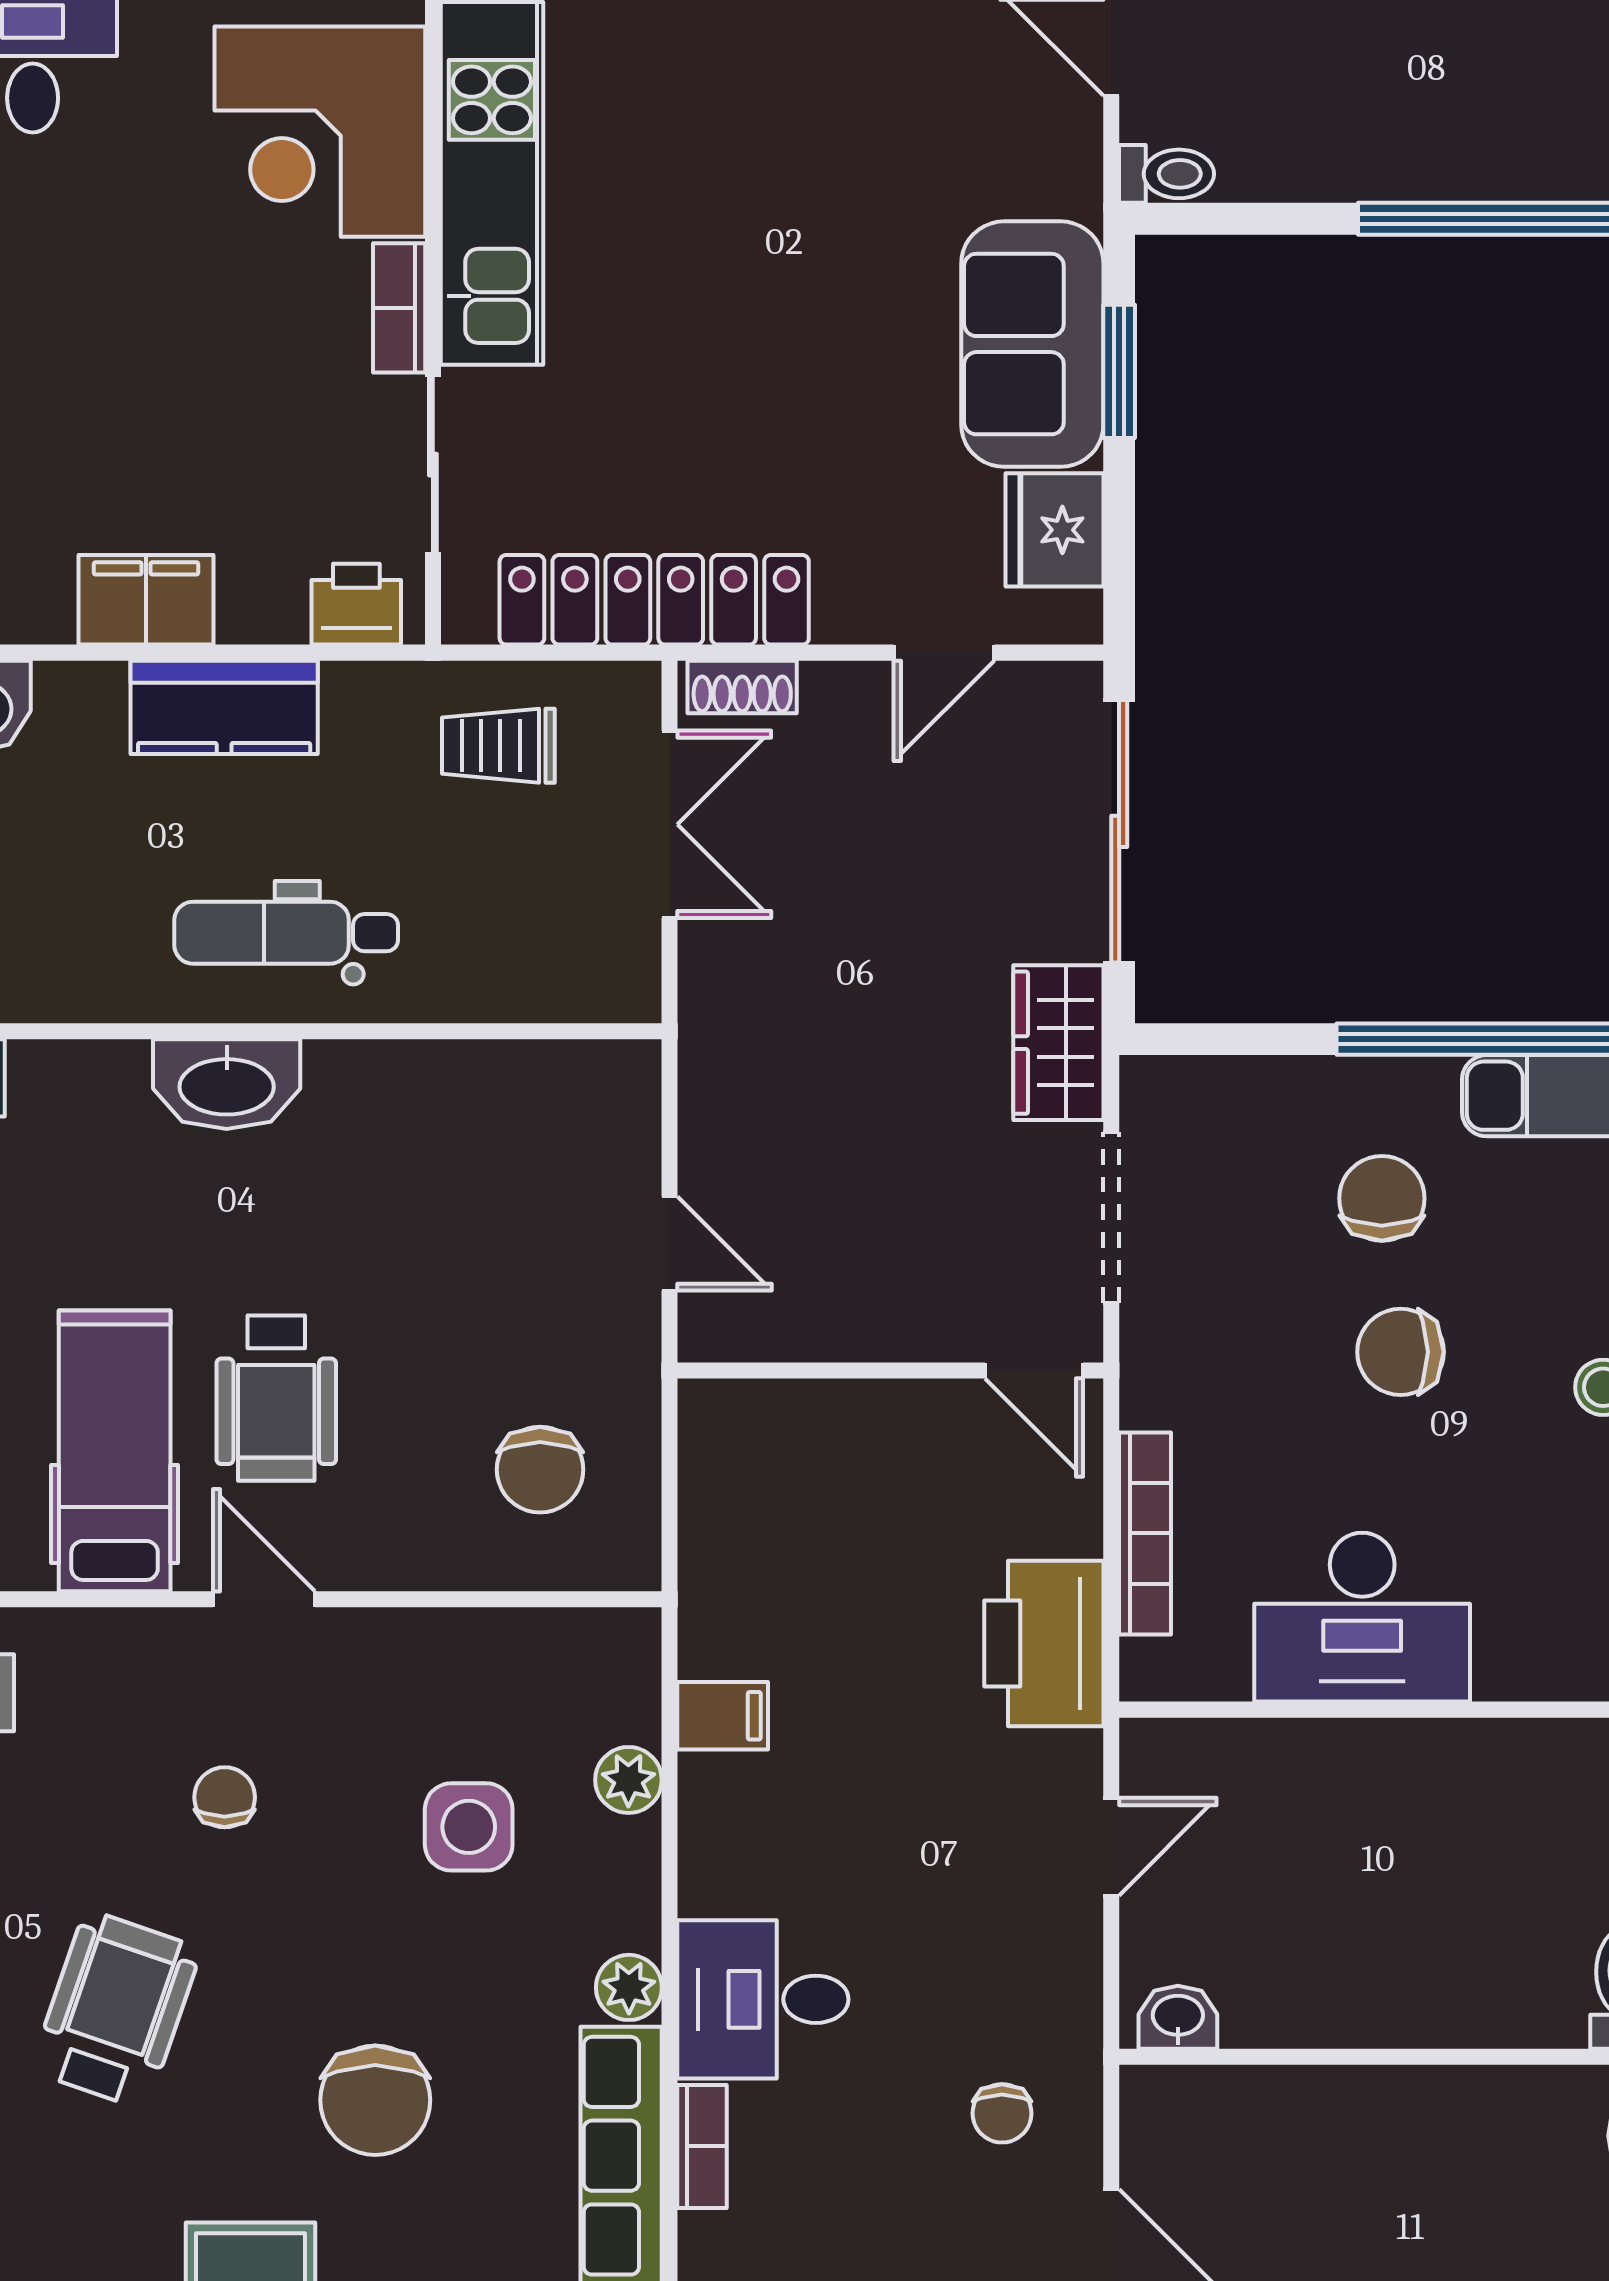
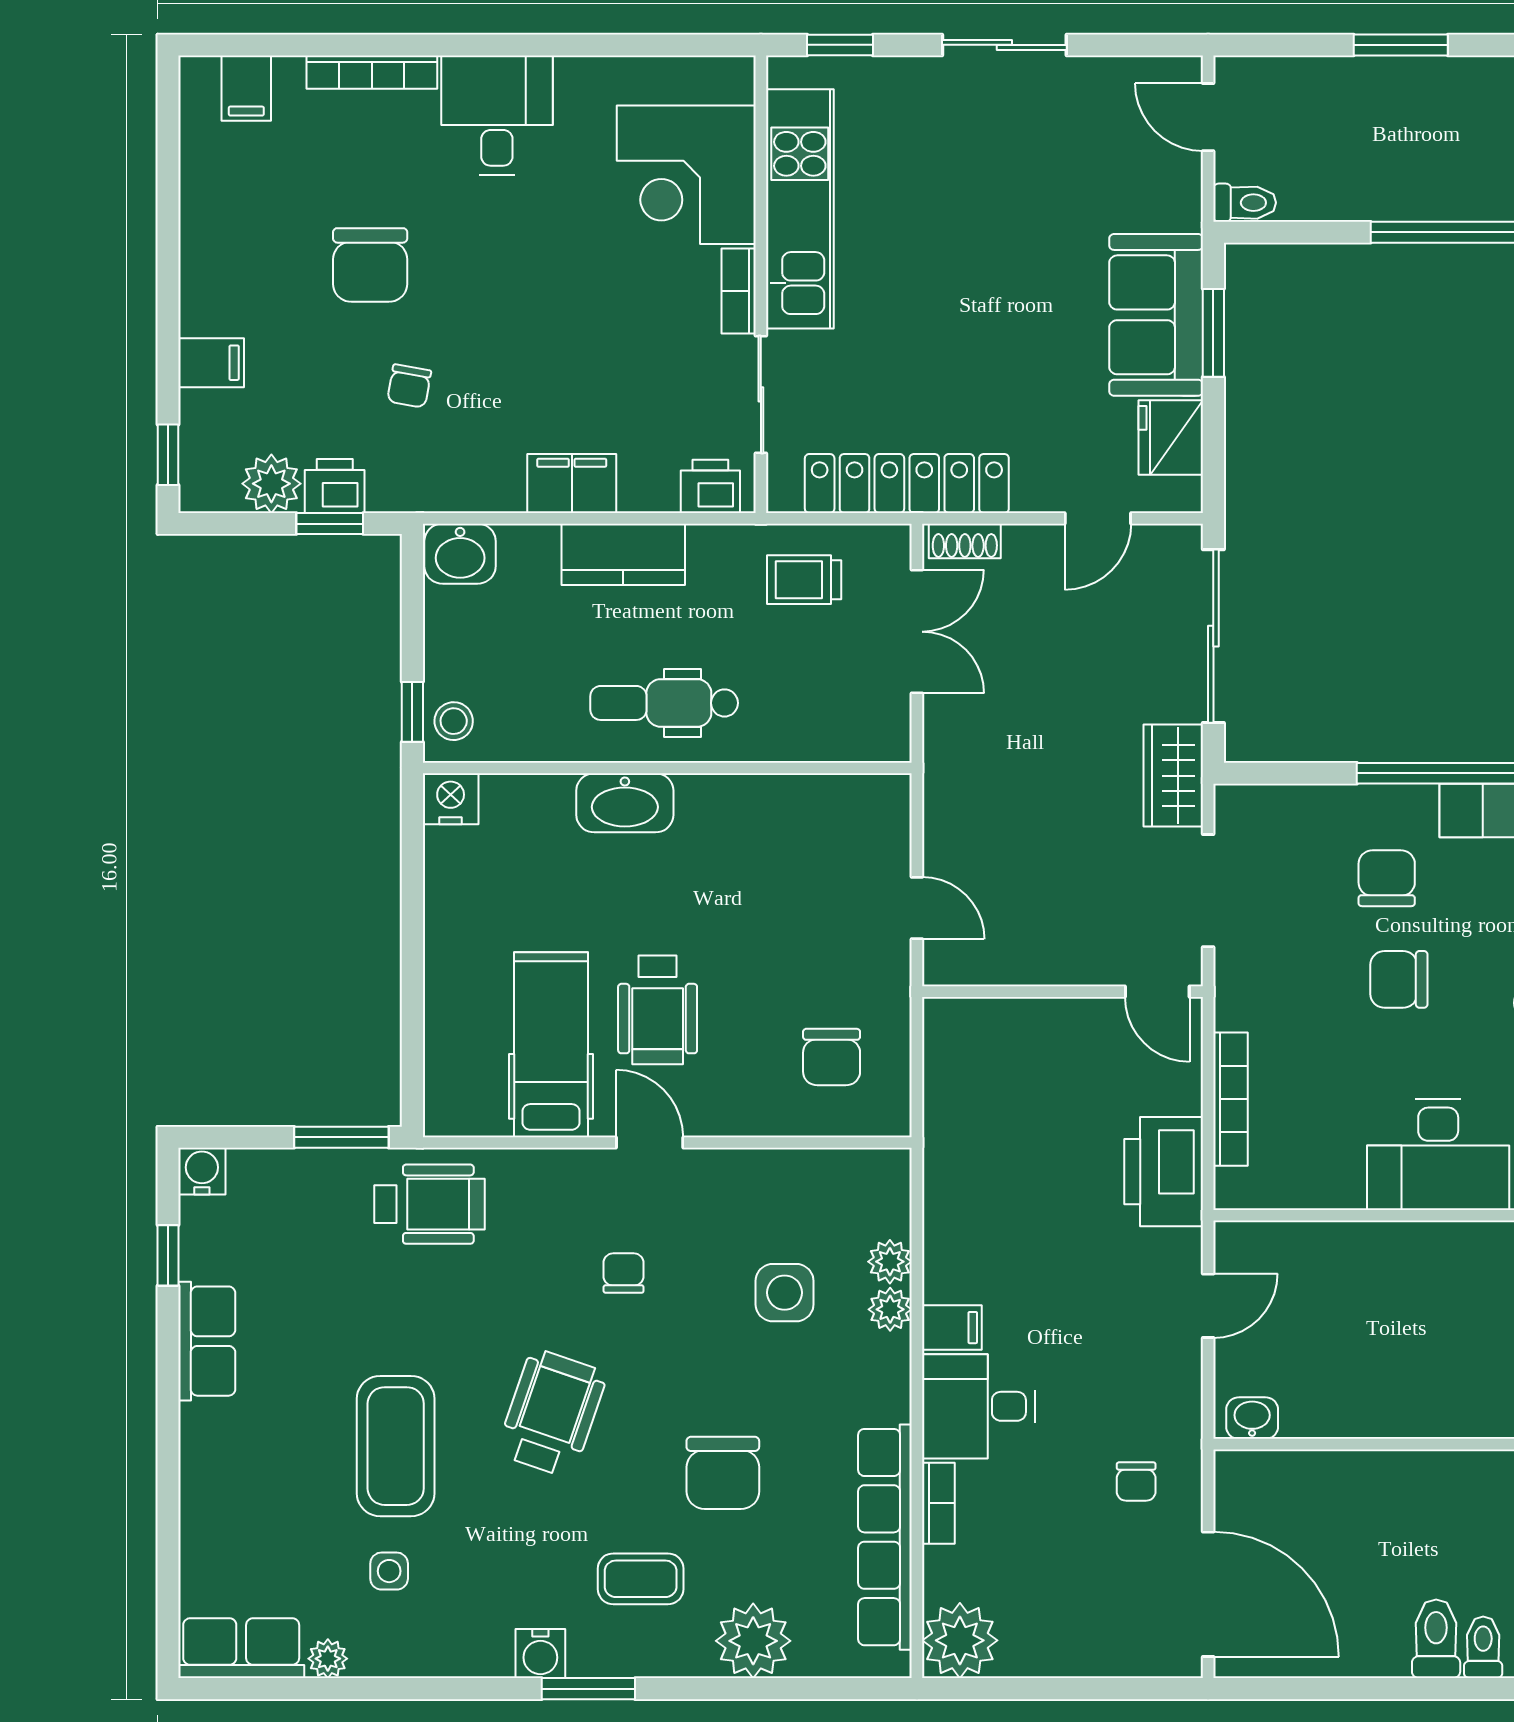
desk: (1362, 1617) -> (1438, 1154), moved
filing cabinet: (723, 1716) -> (952, 1328), moved
plant: (629, 1987) -> (890, 1309), moved

